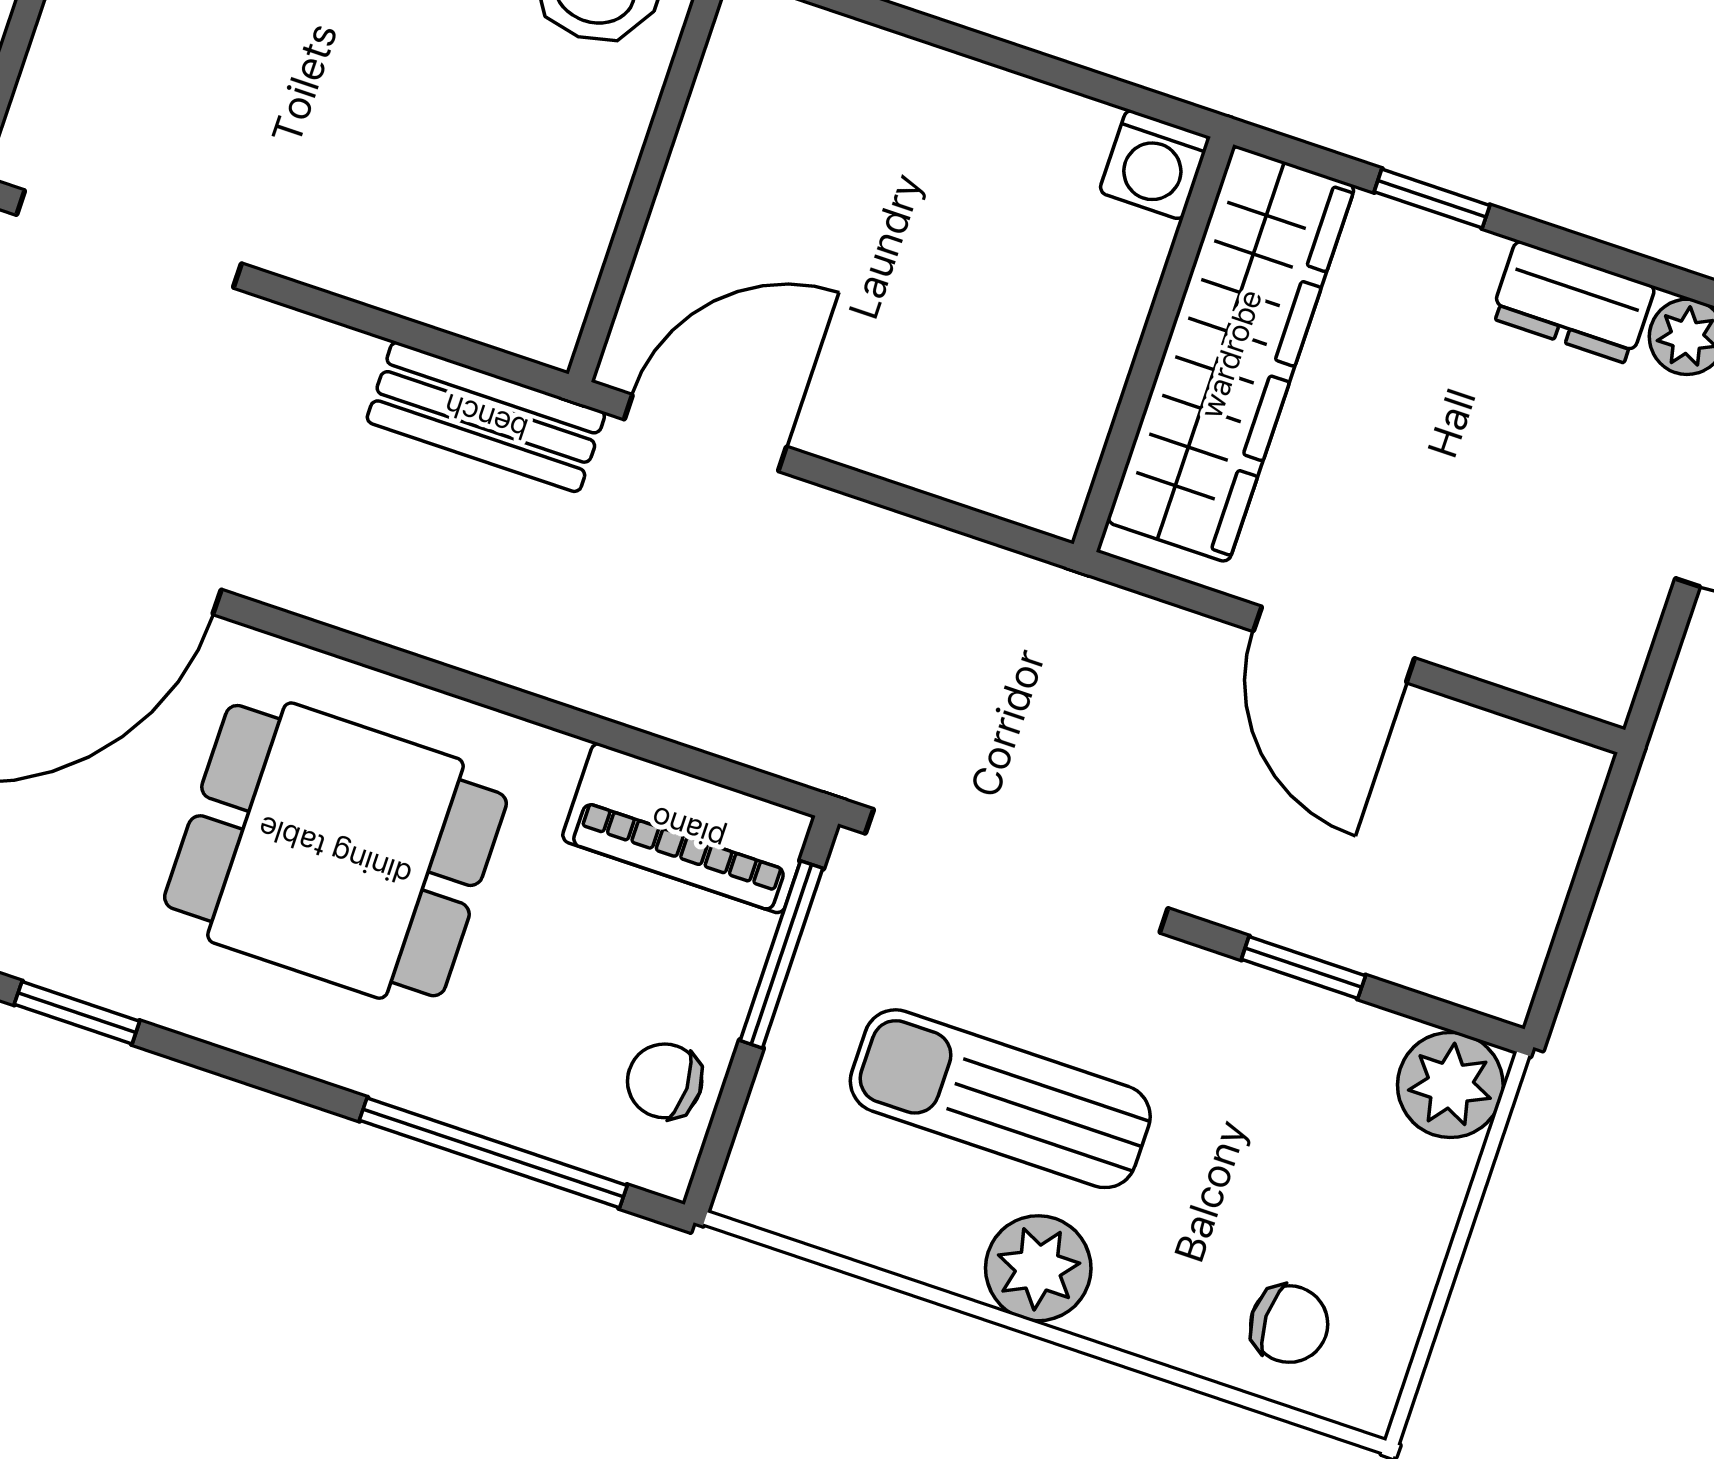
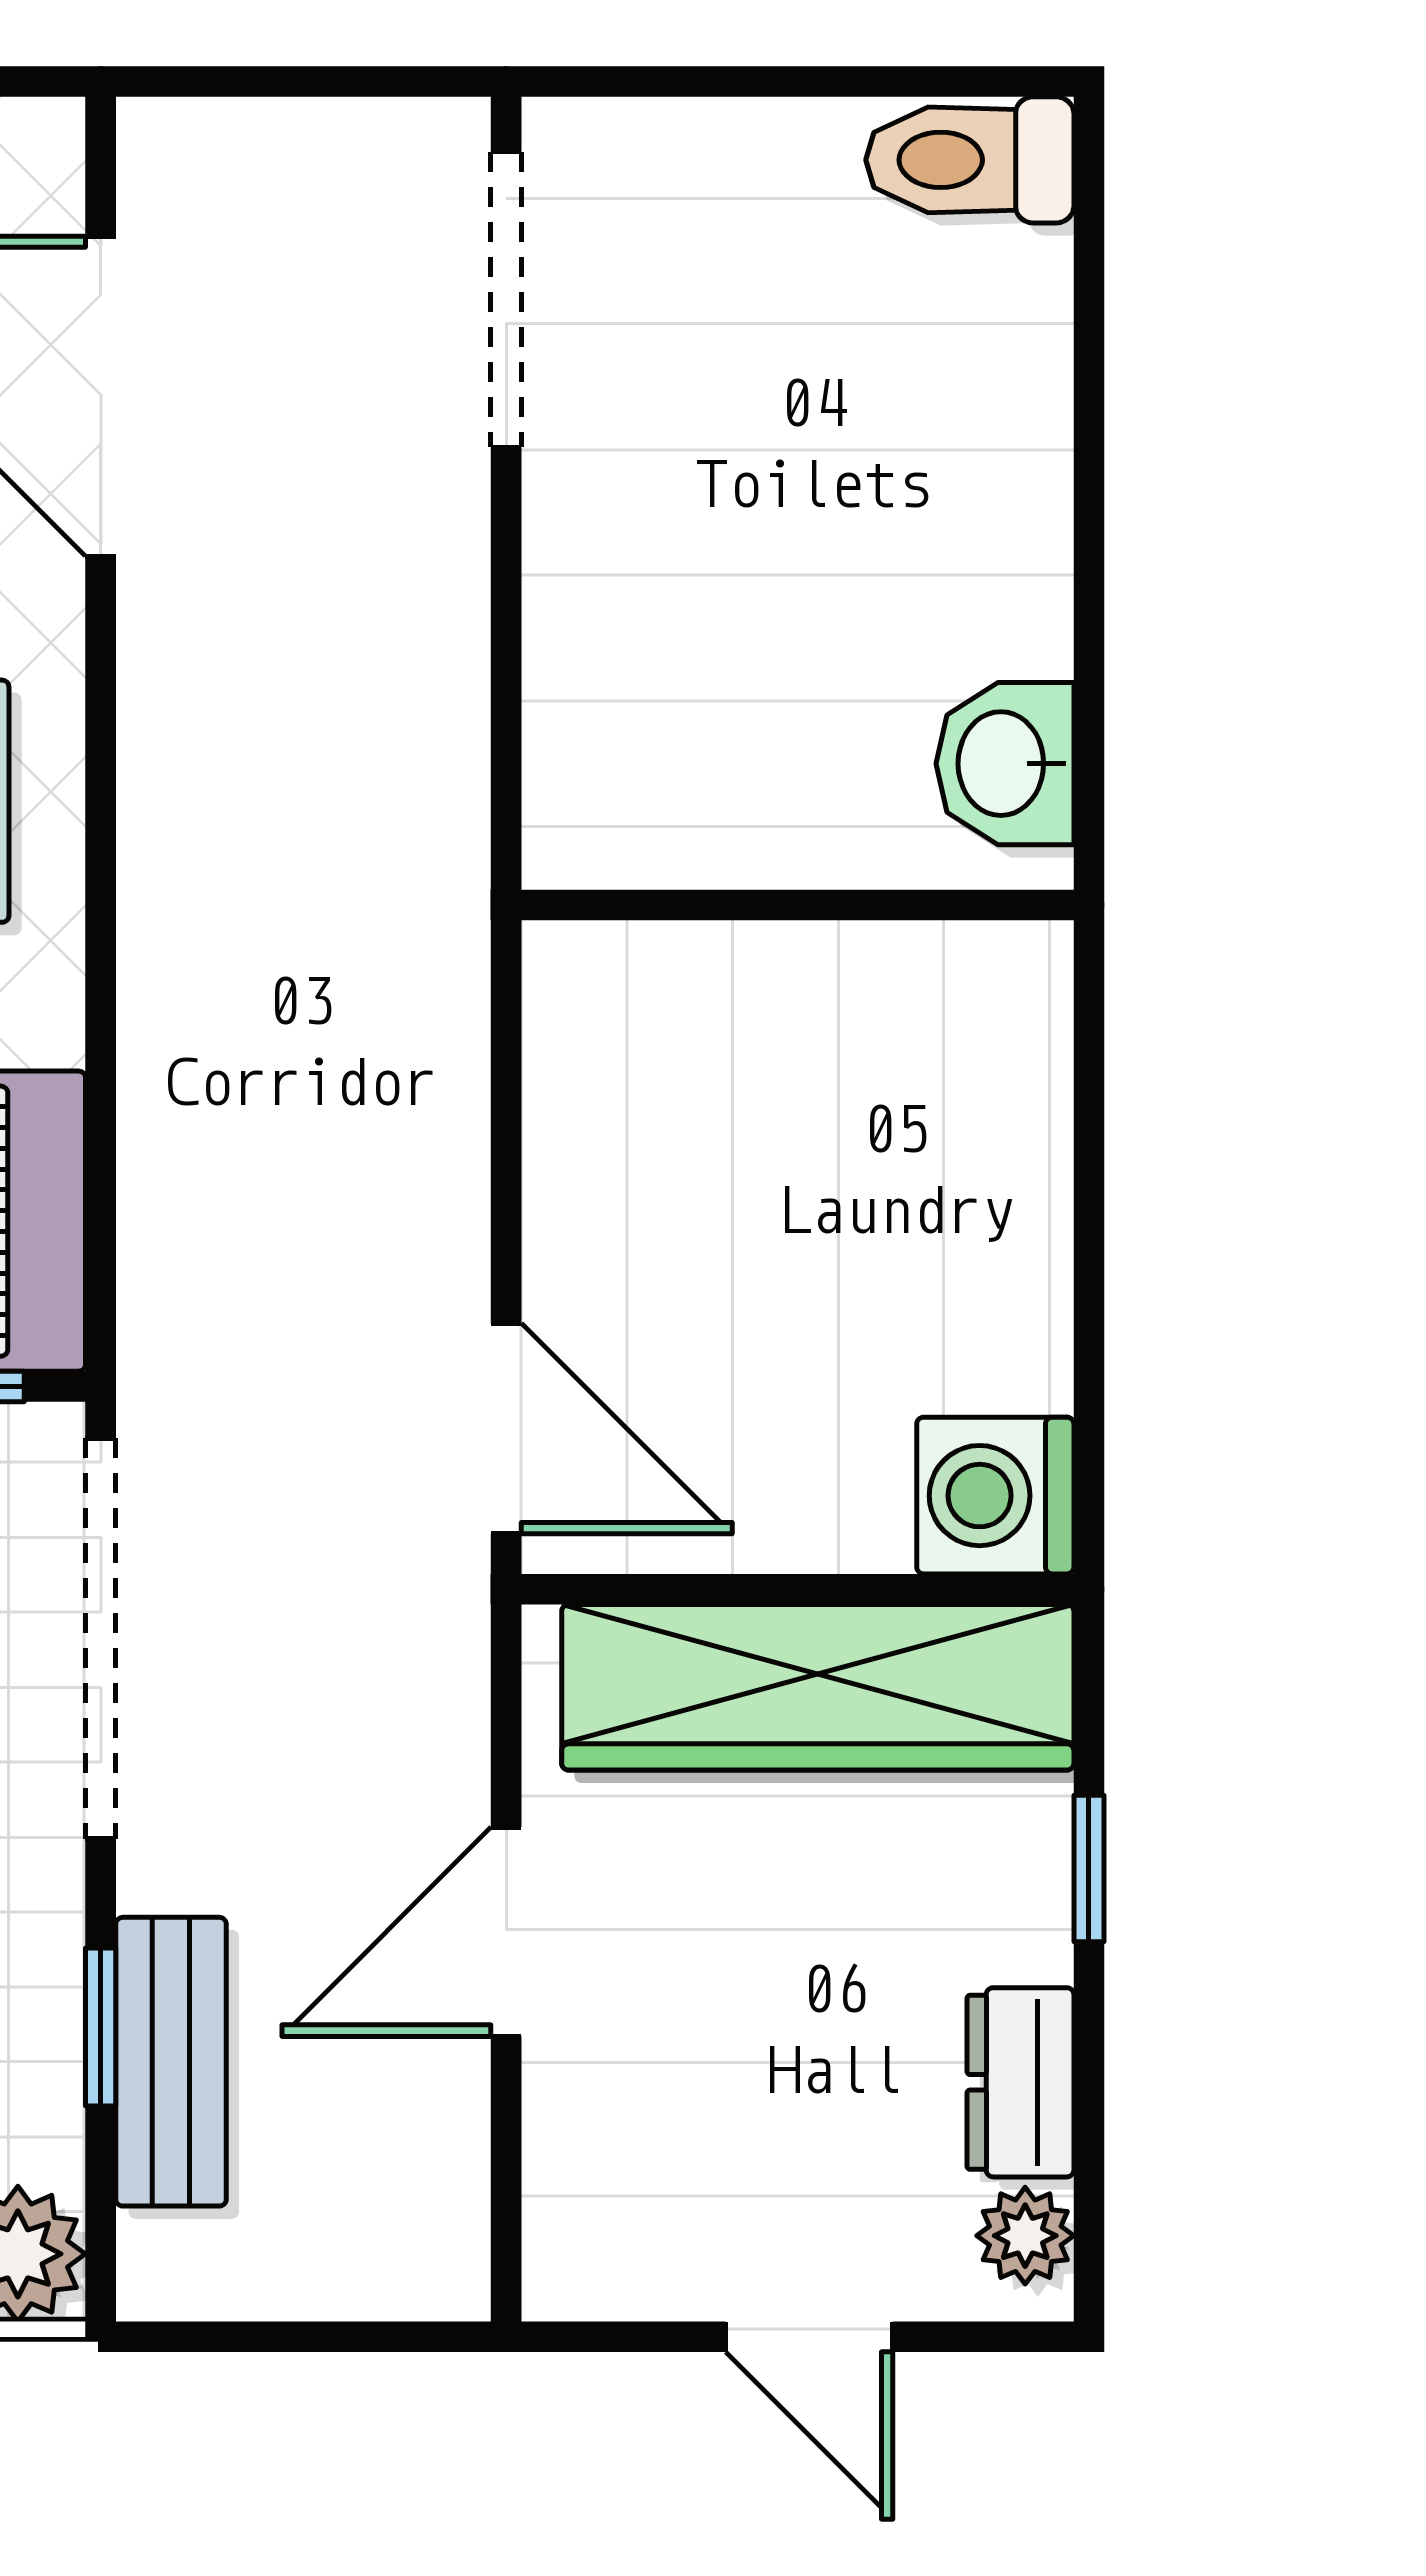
washing machine: (1155, 165) -> (995, 1496), width x1.38, depth x1.38
bench: (486, 417) -> (171, 2062), moved
door: (705, 433) -> (506, 1428), moved

